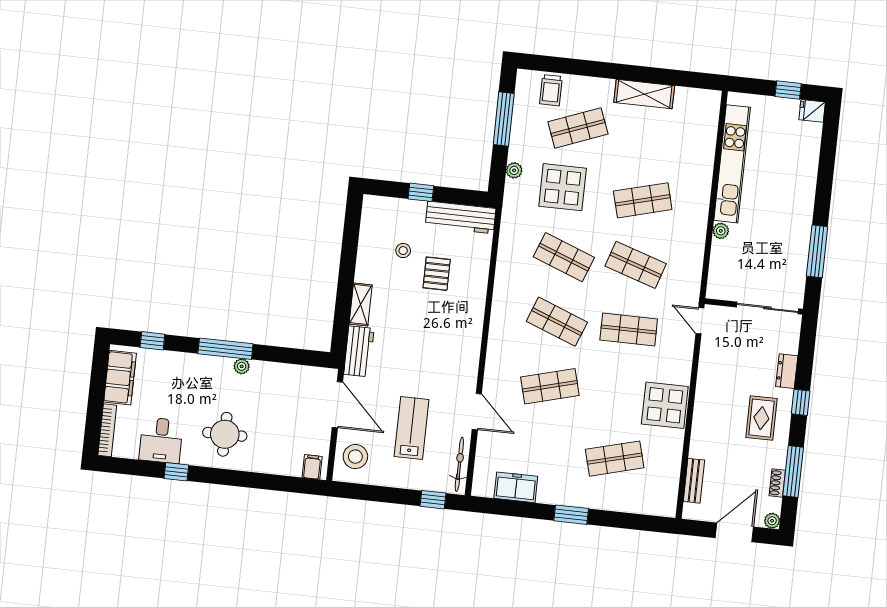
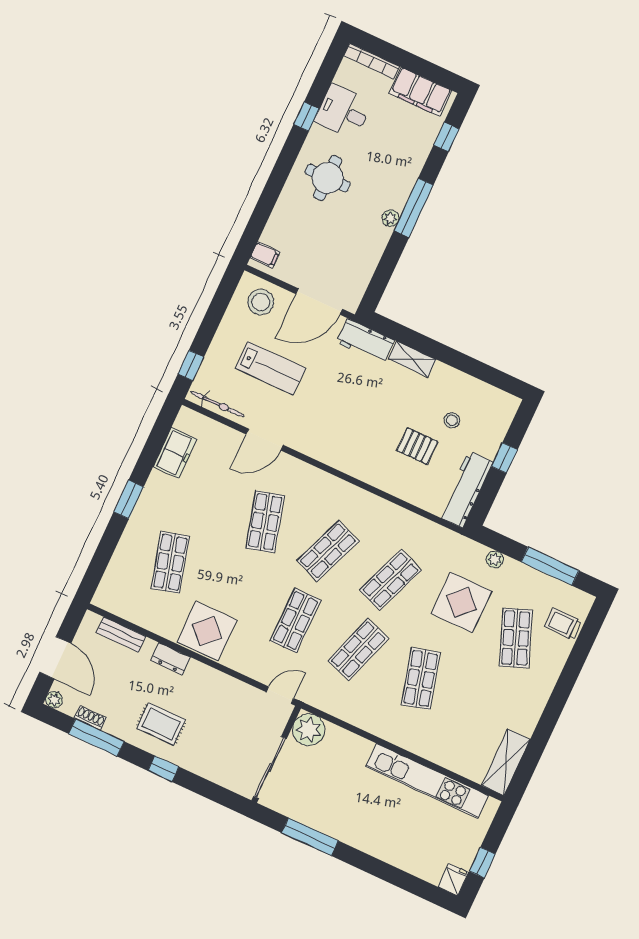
shelving: (644, 94) -> (506, 762), moved
plant: (721, 231) -> (309, 730), moved, width x1.88, depth x1.88
dresser: (787, 371) -> (171, 659), moved, turned 180

